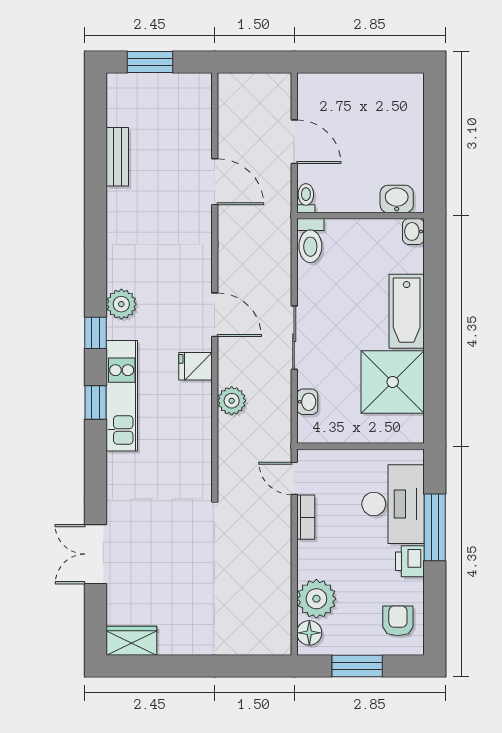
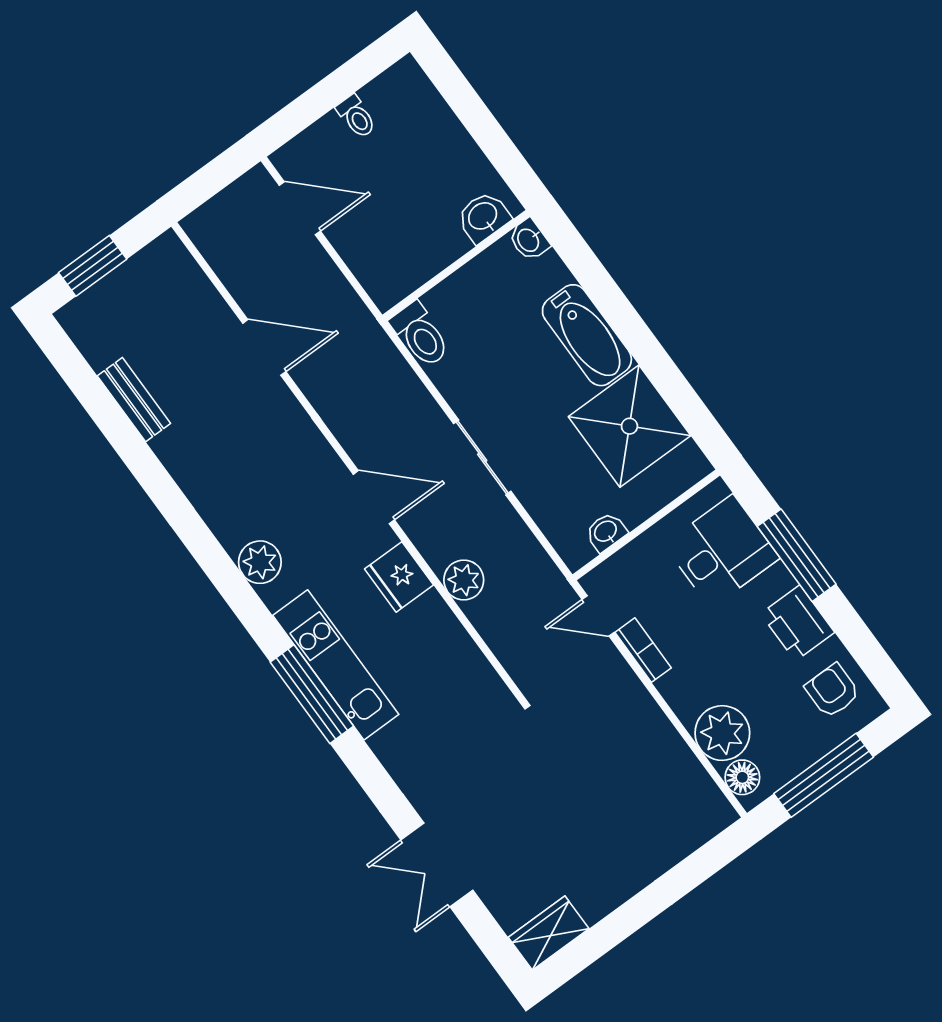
door: (294, 142) -> (300, 208), moved
toilet: (306, 198) -> (356, 117), moved, turned 180
window: (95, 333) -> (255, 616), removed
fridge: (195, 366) -> (399, 577), width x1.38
window: (95, 402) -> (312, 694), width x2.17
washbasin: (307, 402) -> (606, 532), moved, turned -90
desk: (393, 504) -> (722, 551), width x0.73
printer: (410, 561) -> (798, 623), width x1.36, depth x1.24
window: (357, 666) -> (824, 775), width x1.44

